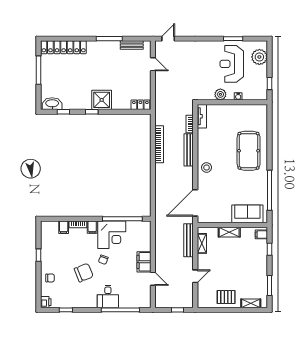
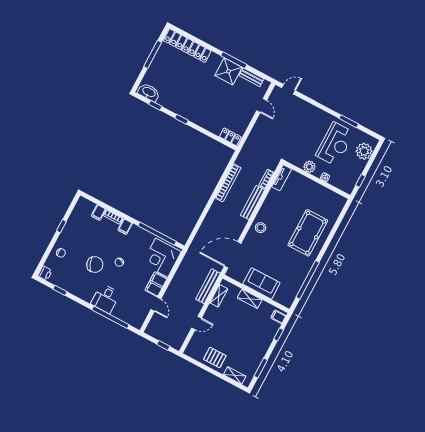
reception desk: (232, 64) -> (335, 144), turned 180
shower: (102, 100) -> (228, 71), moved
sofa: (247, 214) -> (261, 283), moved
corner desk: (112, 235) -> (162, 258), moved, turned 90

